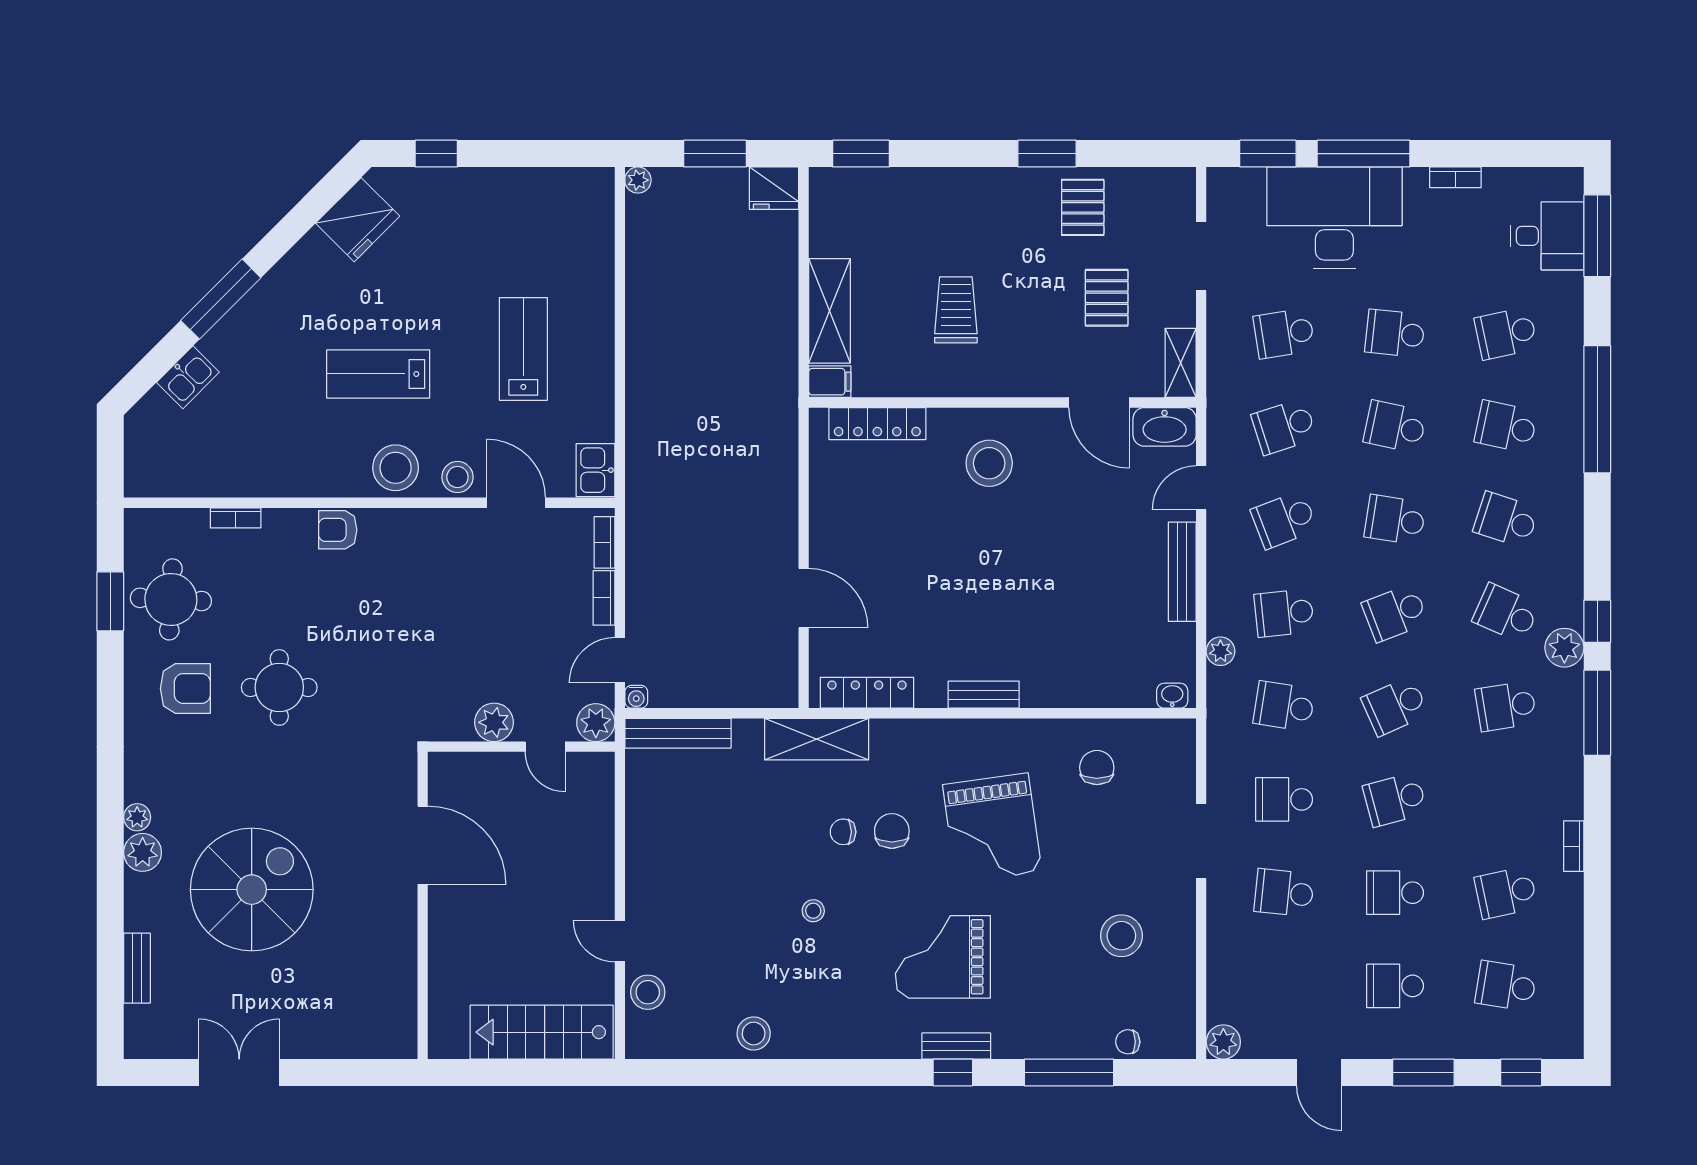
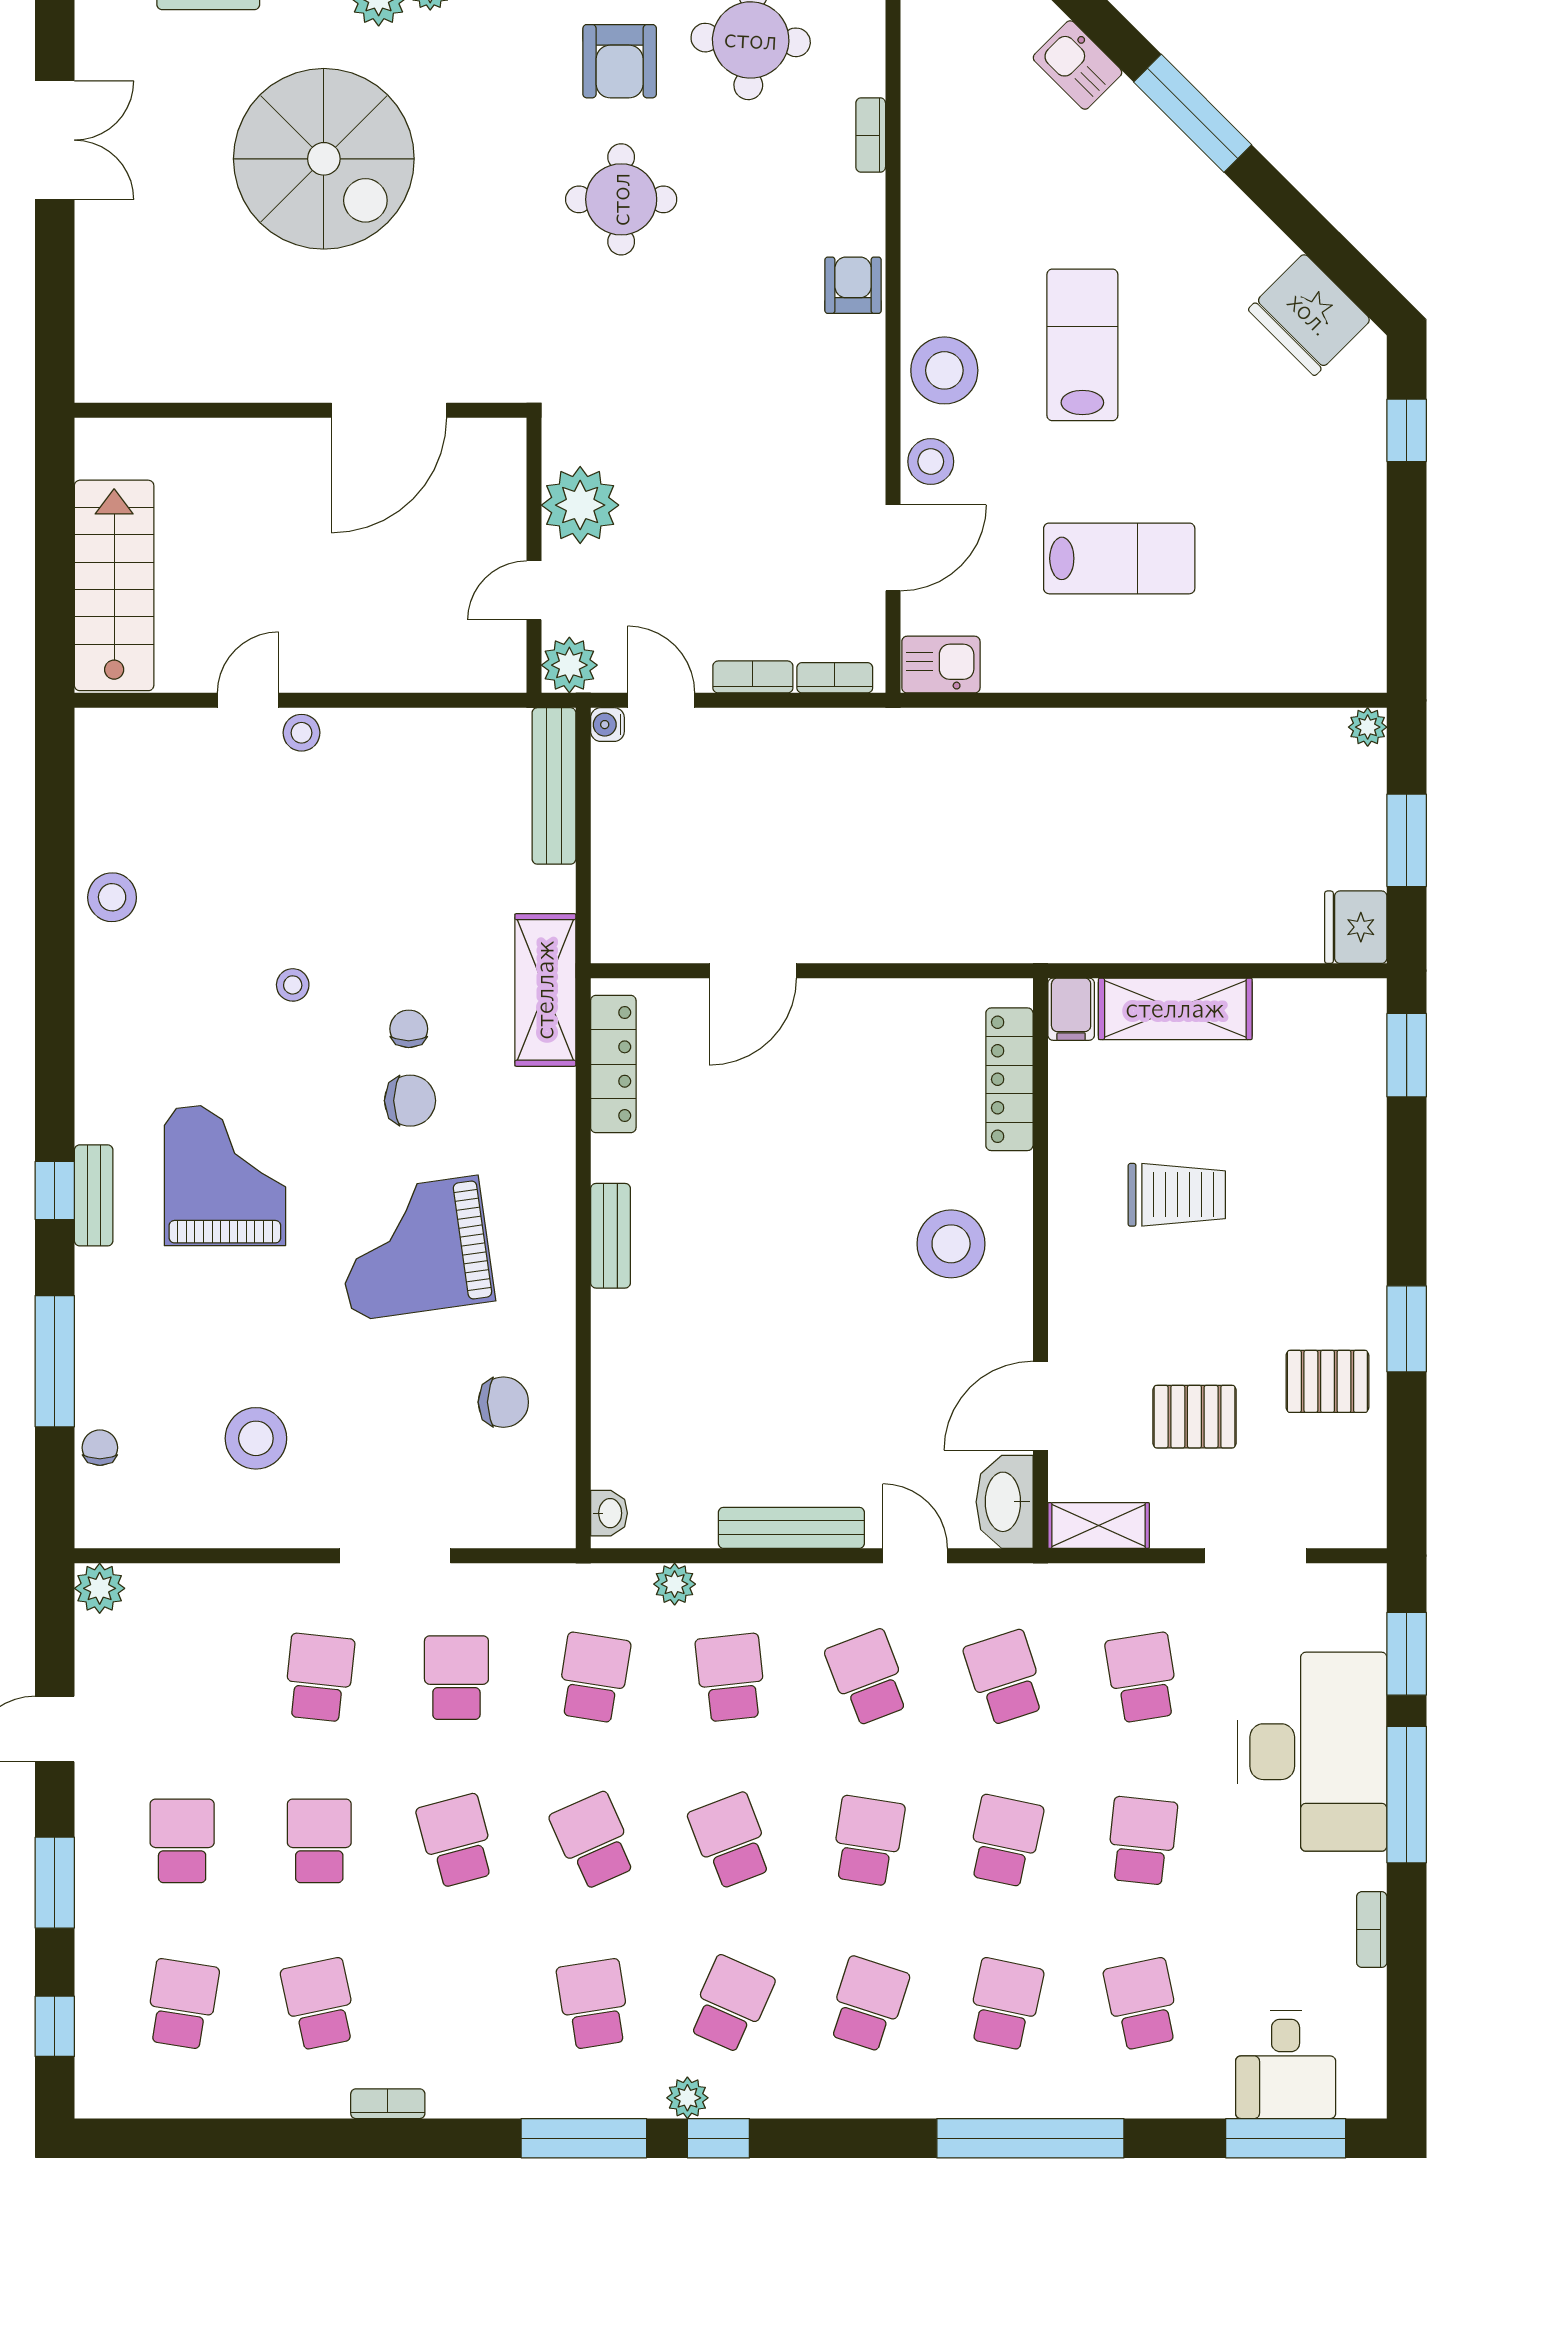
plant: (1564, 648) -> (687, 2098), width x0.73, depth x0.73
plant: (494, 722) -> (580, 505), width x1.36, depth x1.36
stool: (648, 992) -> (302, 733), moved, width x0.73, depth x0.73

